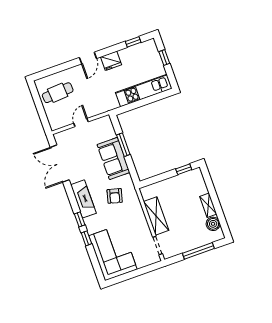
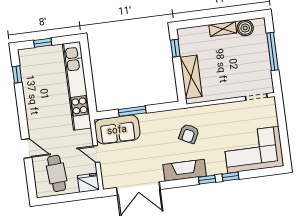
door: (88, 58) -> (27, 148), moved
fridge: (111, 61) -> (88, 183), moved, turned -90
kitchen unit: (144, 90) -> (77, 86), width x1.36
sofa: (113, 159) -> (117, 130), moved
armchair: (115, 196) -> (189, 134), turned 102
shelving: (156, 216) -> (191, 77), moved, turned 90

